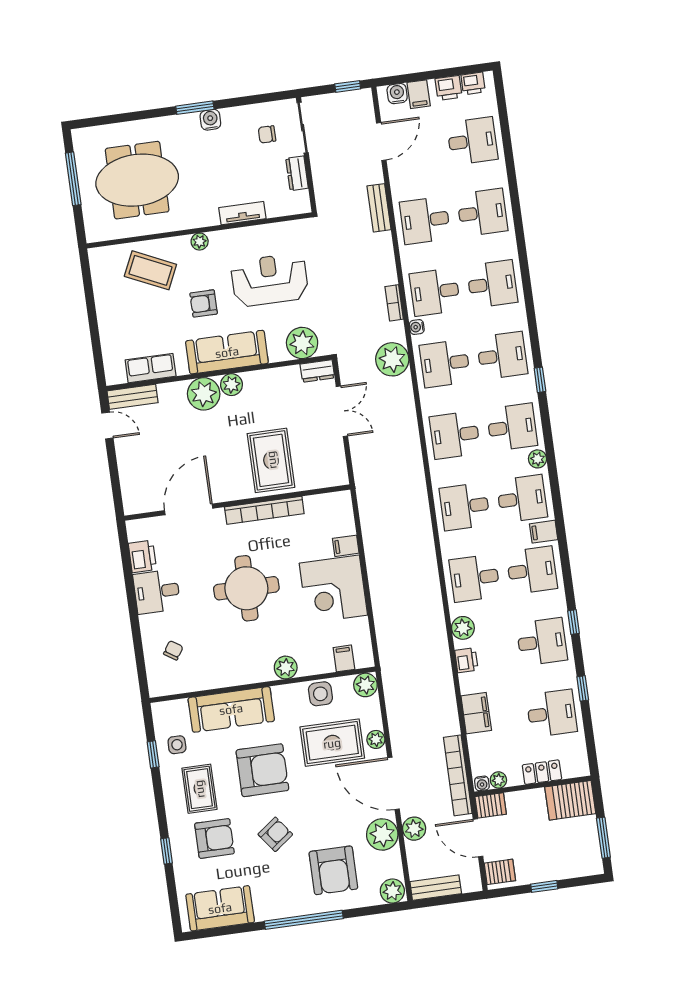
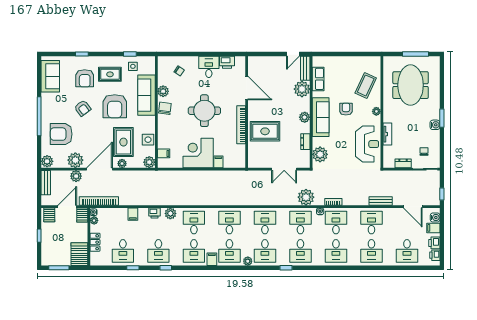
reception desk: (270, 280) -> (367, 144), moved
dresser: (317, 371) -> (305, 142), moved
plant: (204, 394) -> (302, 89), moved
plant: (286, 668) -> (163, 91), moved
chair: (253, 669) -> (165, 108), added
filing cabinet: (476, 713) -> (133, 214), width x0.50

